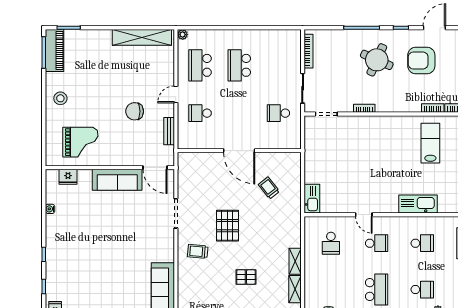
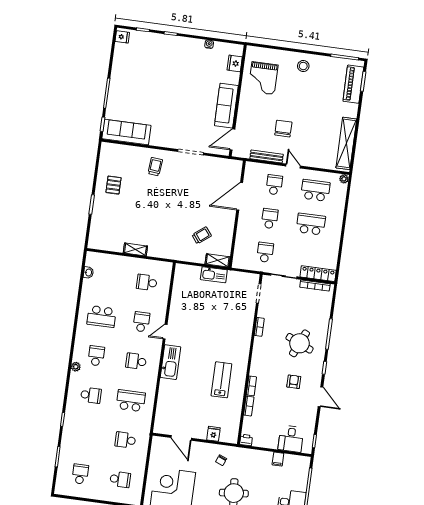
locker: (294, 49) -> (318, 274), added
piano: (55, 50) -> (353, 84), moved, turned 90
armchair: (421, 60) -> (294, 382), width x0.53, depth x0.53
school desk: (239, 113) -> (270, 219), added
bench: (169, 131) -> (267, 156), width x1.36
lab bench: (430, 143) -> (221, 380), turned -90
door: (239, 151) -> (240, 196), moved
kitchen sink: (312, 199) -> (214, 275), moved
door: (364, 215) -> (165, 332), moved
pallet: (227, 226) -> (174, 195), removed
school desk: (377, 243) -> (141, 322), turned 180
school desk: (422, 243) -> (136, 361), turned 90
pallet: (246, 277) -> (113, 185), moved
shelving: (295, 289) -> (218, 260), moved
school desk: (422, 290) -> (96, 356), turned 180

